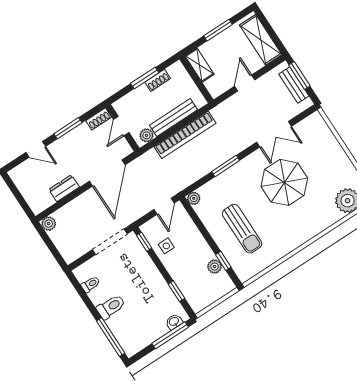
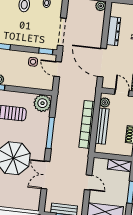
window: (226, 166) -> (50, 133), width x1.44
dresser: (64, 188) -> (113, 31), width x1.44
plant: (194, 198) -> (42, 103), width x1.88, depth x1.88
door: (164, 206) -> (58, 69), moved

